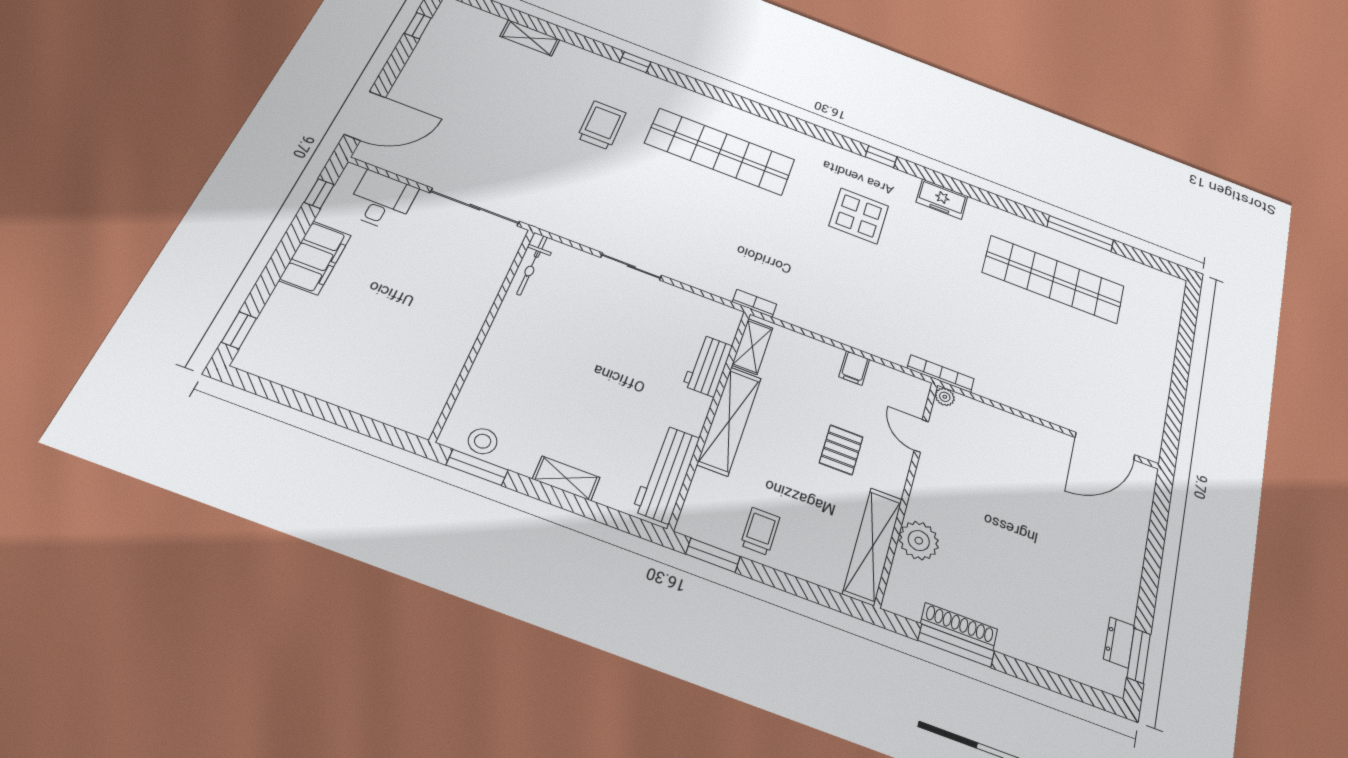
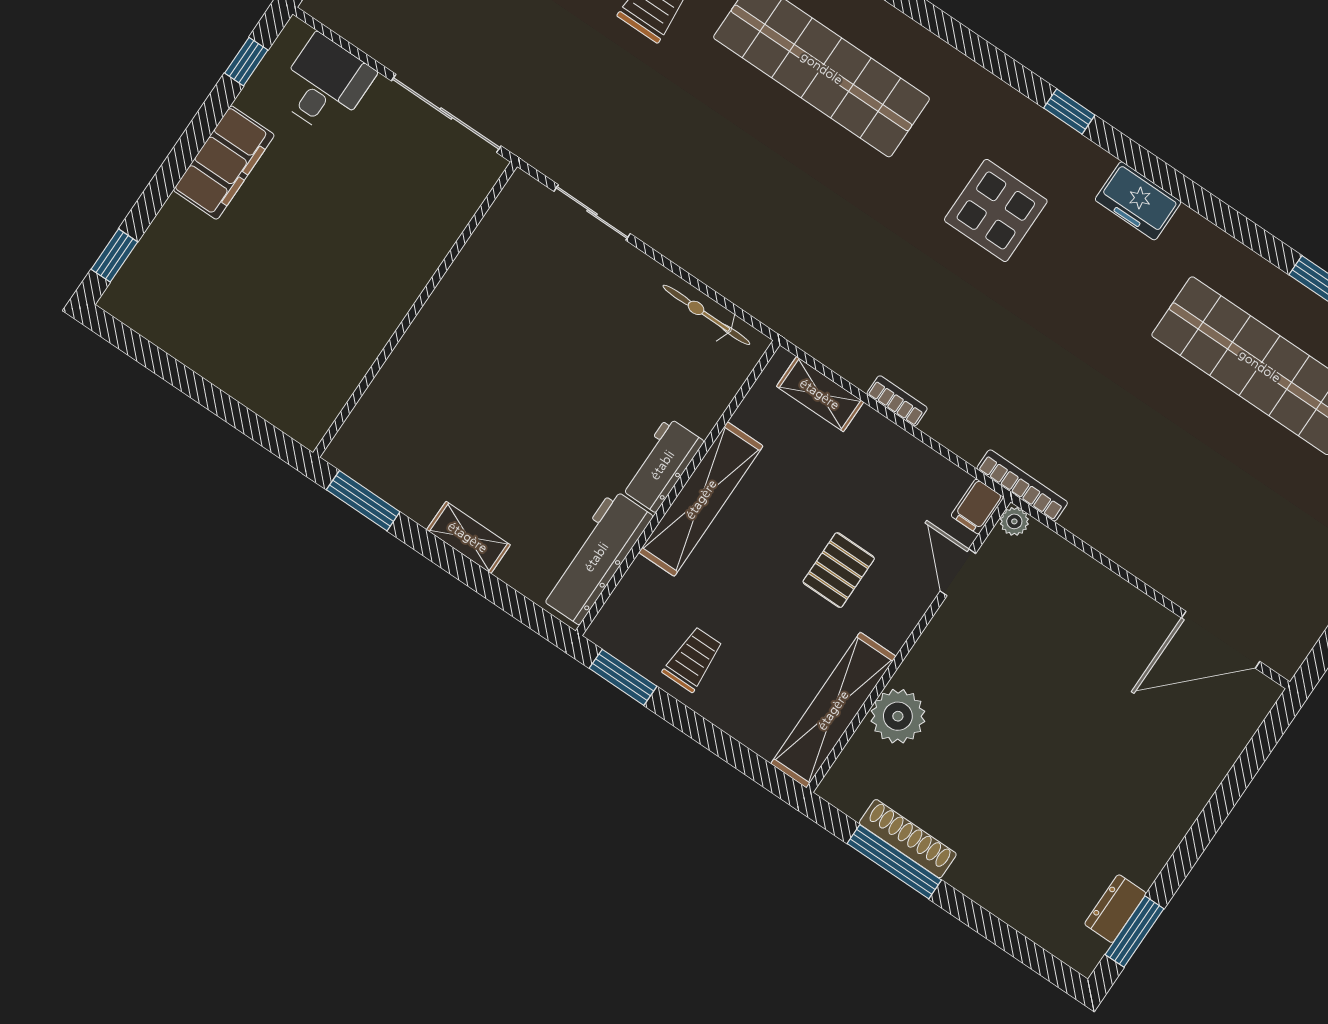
bicycle: (532, 265) -> (706, 315), moved, turned 90
sliding door: (631, 266) -> (592, 213), moved
bookcase: (754, 303) -> (897, 401), moved
shelving: (752, 347) -> (820, 394), moved, turned 90
workbench: (708, 366) -> (662, 465), moved
filing cabinet: (854, 368) -> (977, 507), moved
stool: (483, 441) -> (378, 467), removed

